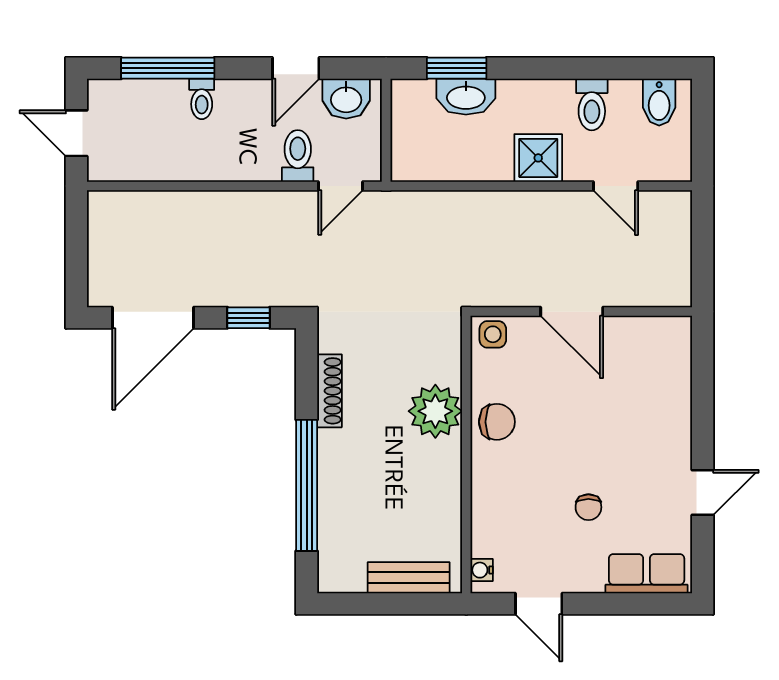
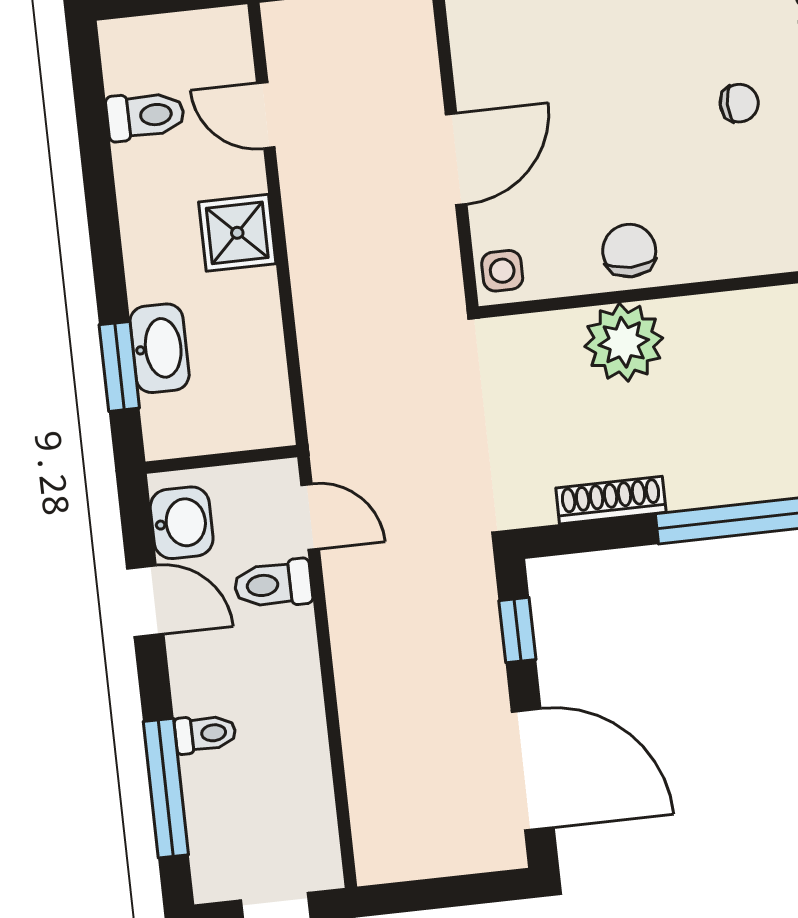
bidet: (659, 102) -> (136, 65), removed
toilet: (592, 104) -> (145, 116), moved
door: (616, 186) -> (266, 115), swing flipped

